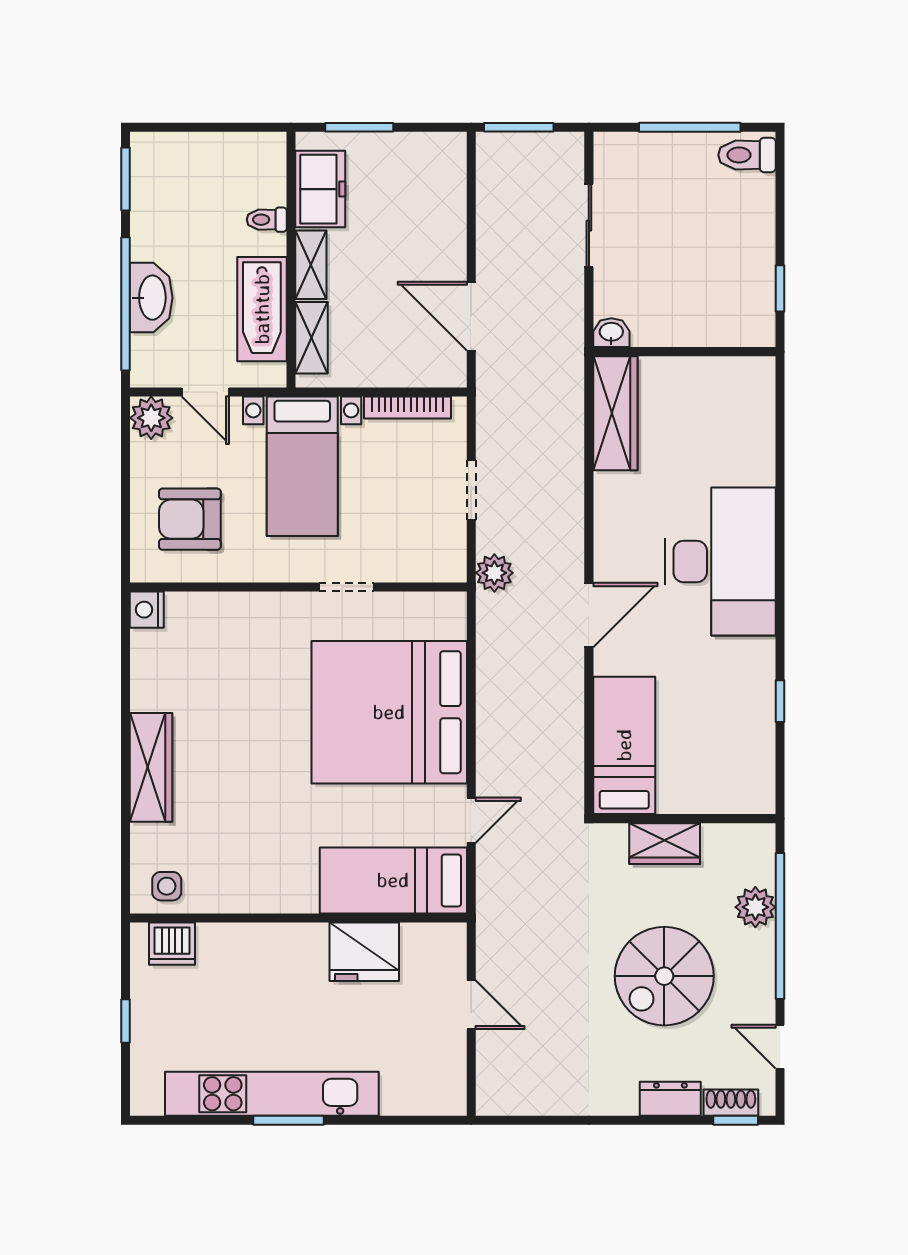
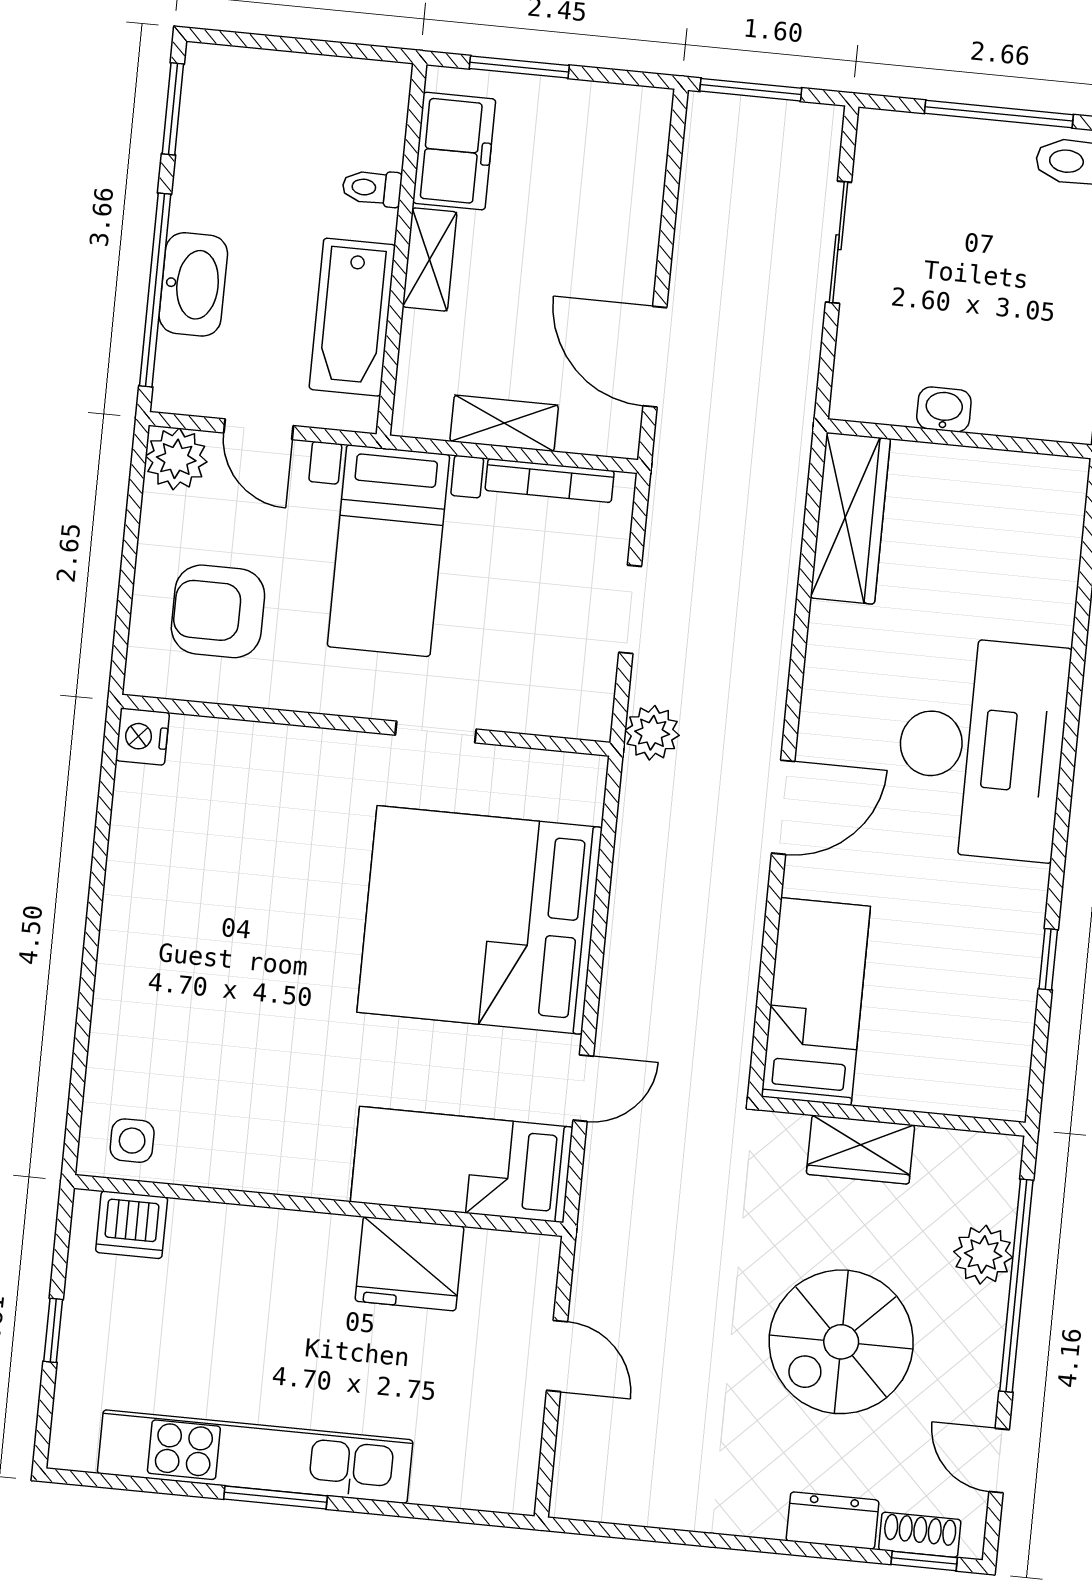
washbasin: (611, 333) -> (944, 409), moved
shelving: (312, 338) -> (504, 423), moved, turned 90
wardrobe: (151, 767) -> (126, 966), removed

